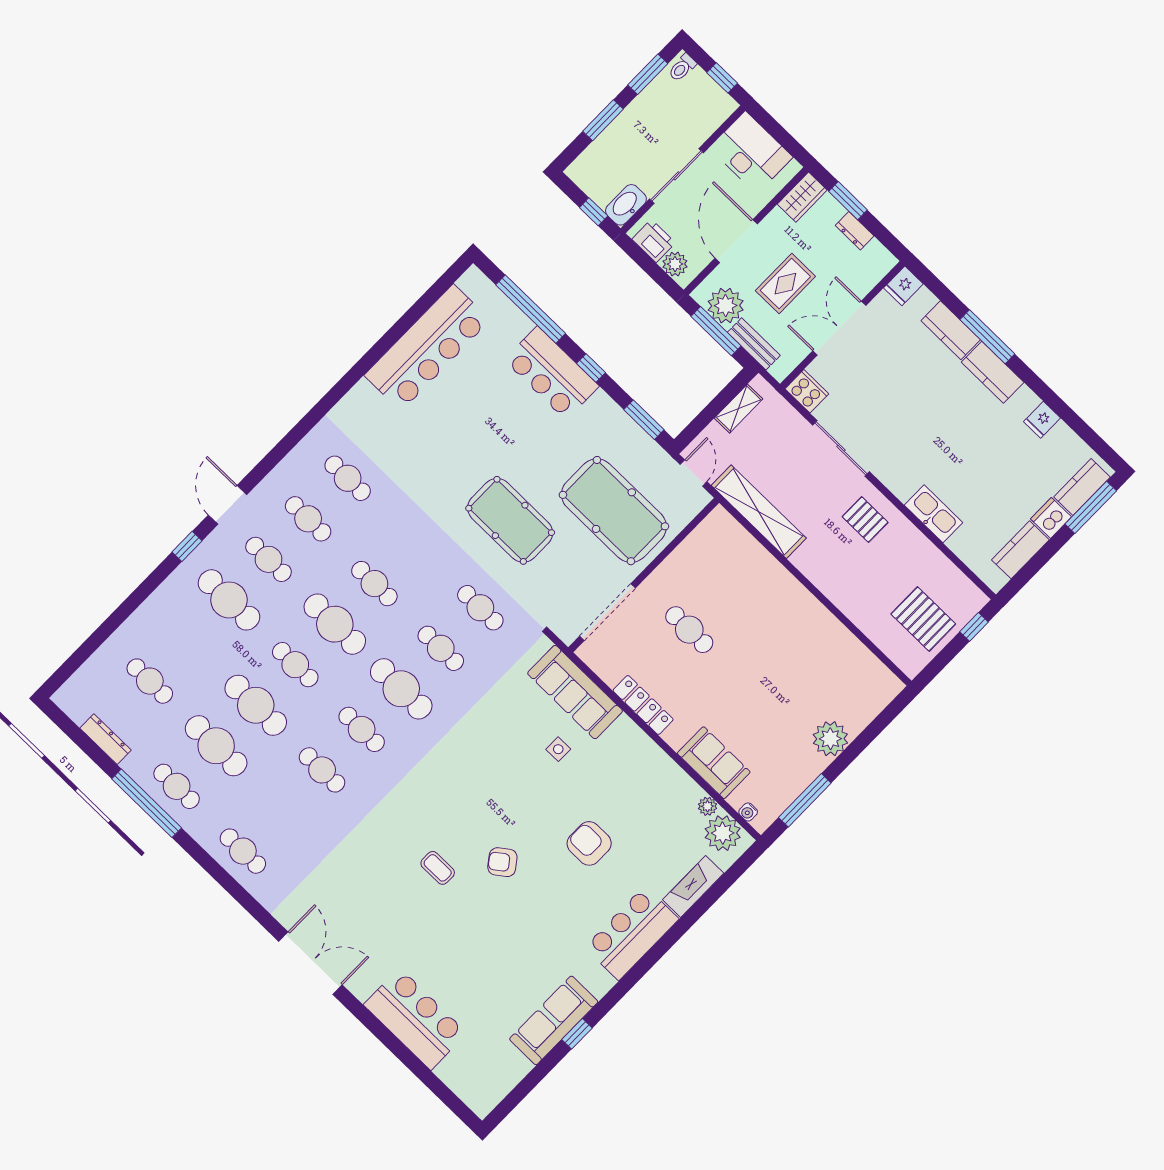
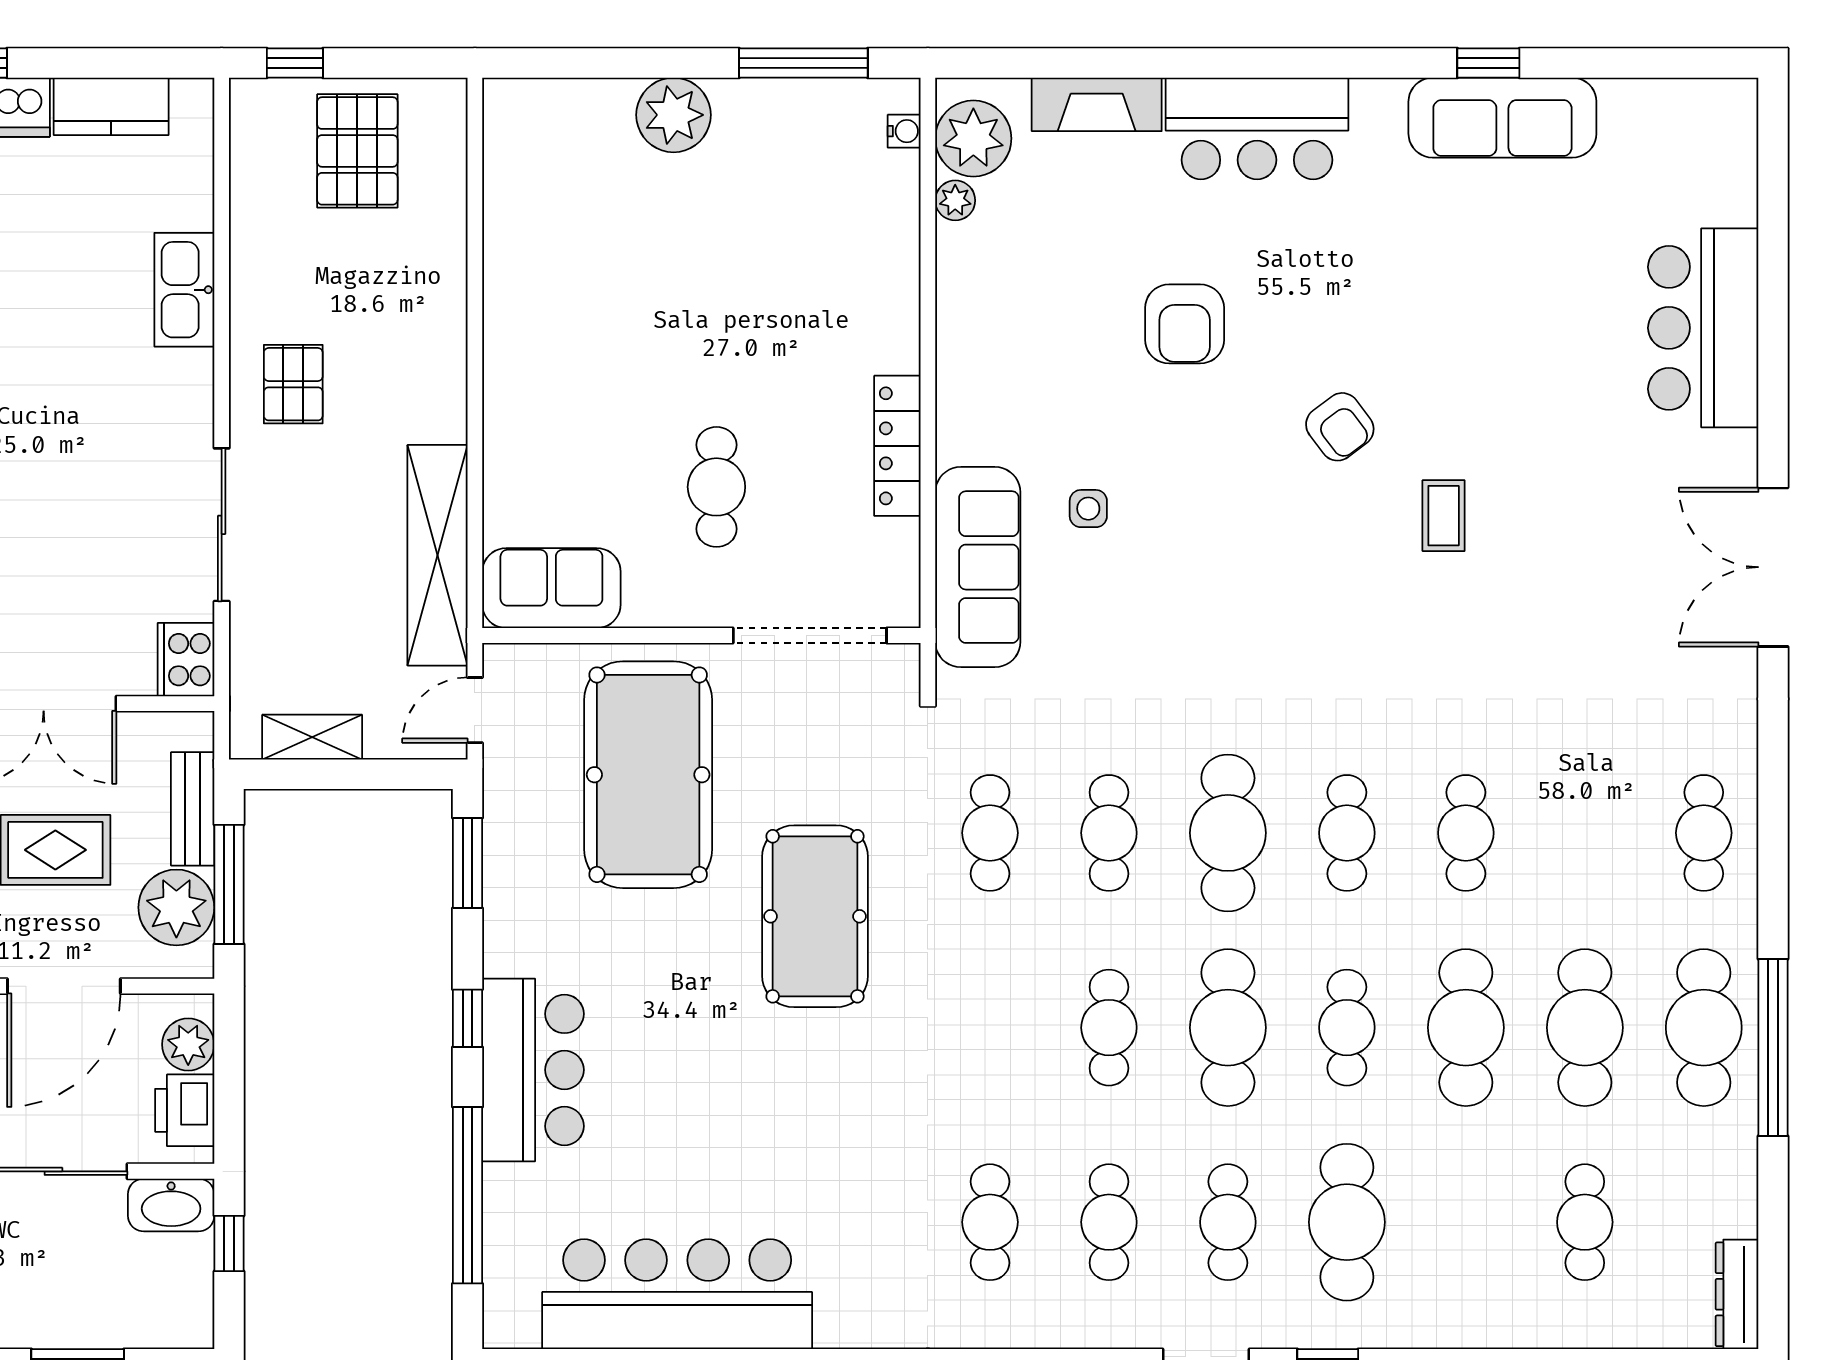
dresser: (105, 739) -> (1737, 1294), moved
sofa: (714, 763) -> (551, 588), moved, turned 90
cafe table: (177, 786) -> (1704, 1028), width x1.37, depth x1.35

